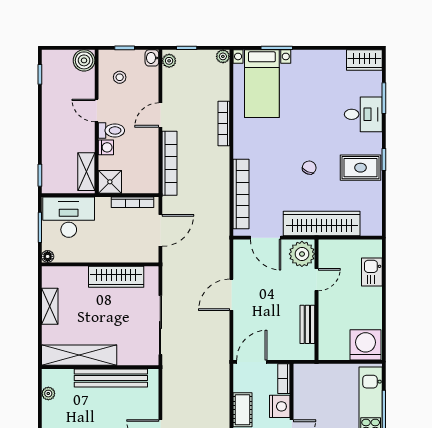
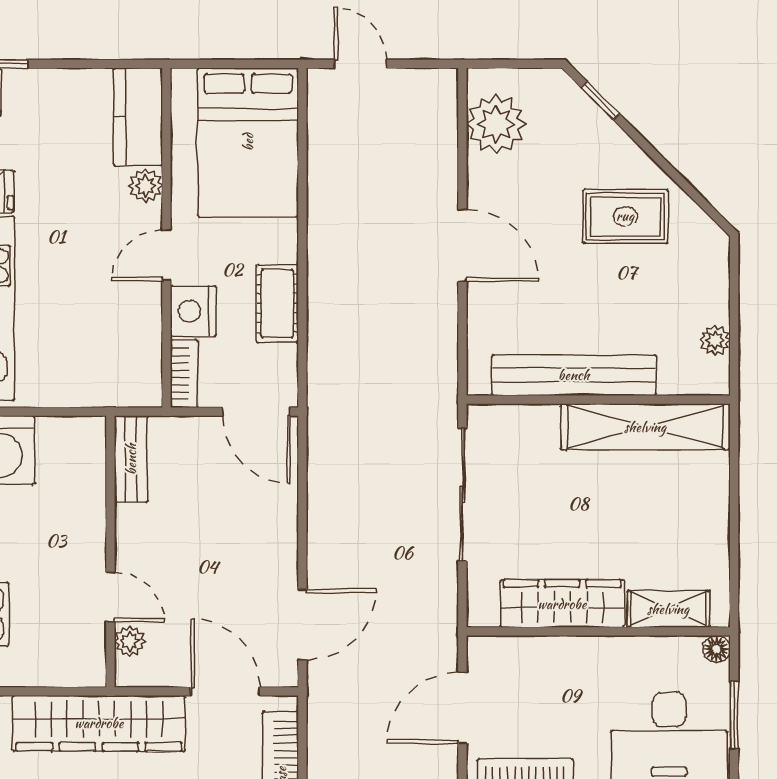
plant: (302, 254) -> (130, 641), width x0.53, depth x0.53
door: (317, 280) -> (110, 597), swing flipped
door: (231, 295) -> (302, 625), moved
shelving: (50, 306) -> (668, 609), moved, turned 90
bench: (307, 324) -> (131, 459), moved
door: (252, 362) -> (256, 412), hinge flipped

